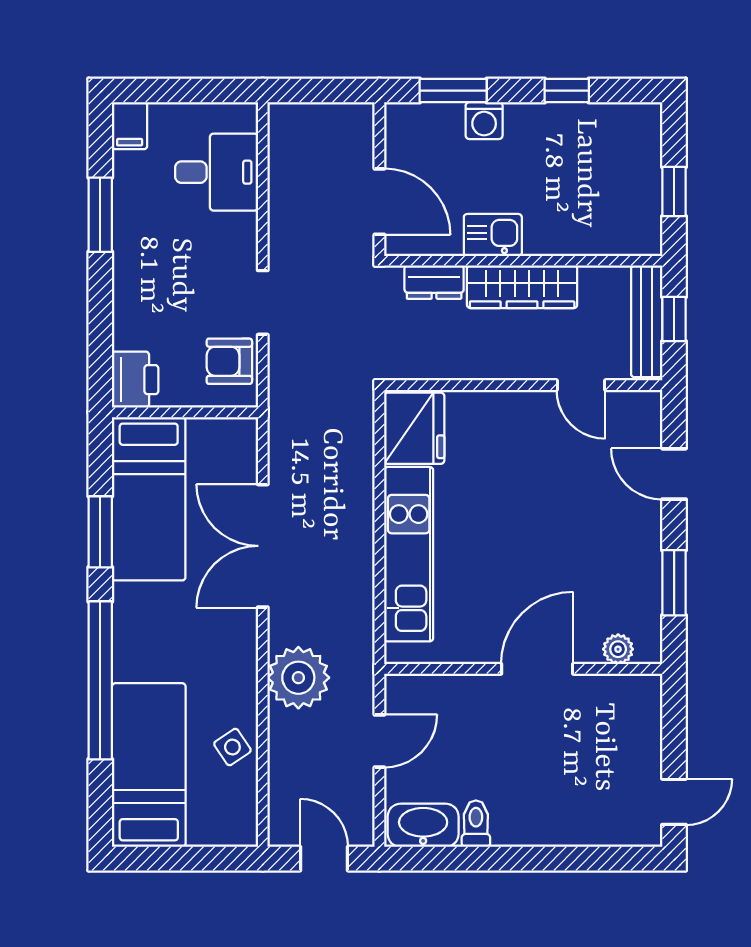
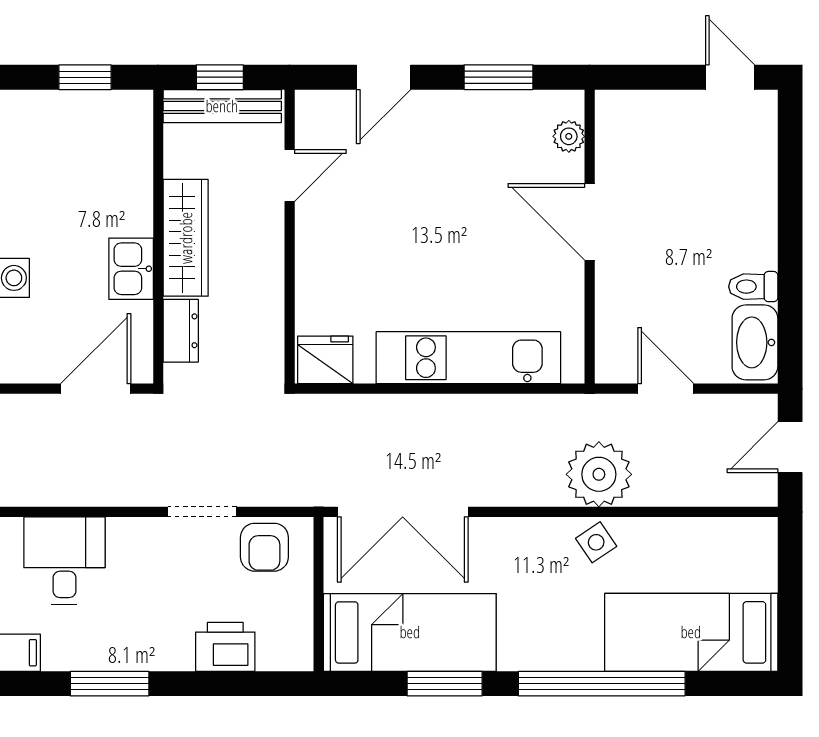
printer: (135, 380) -> (225, 647), moved
fridge: (414, 428) -> (325, 360), width x0.73, depth x0.75
double door: (263, 546) -> (403, 512), moved
side table: (232, 747) -> (596, 542), moved

